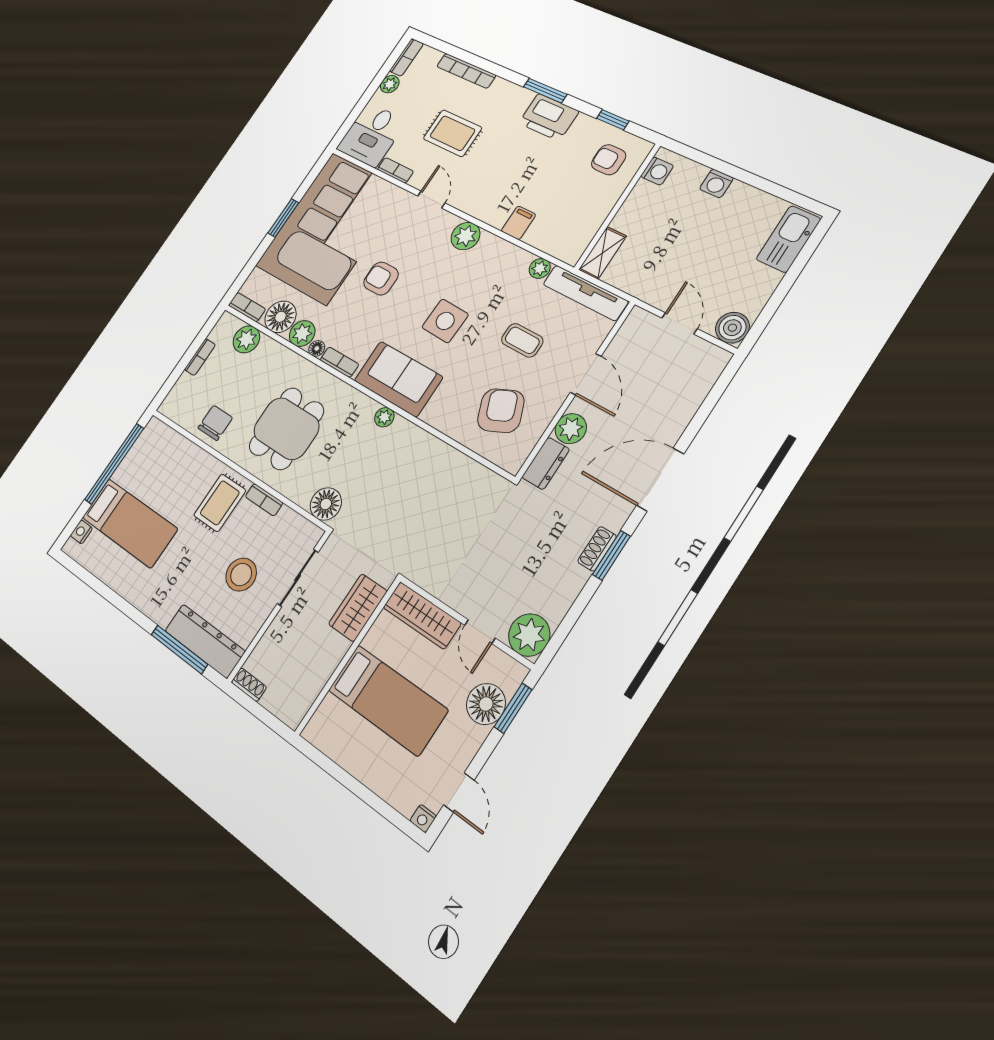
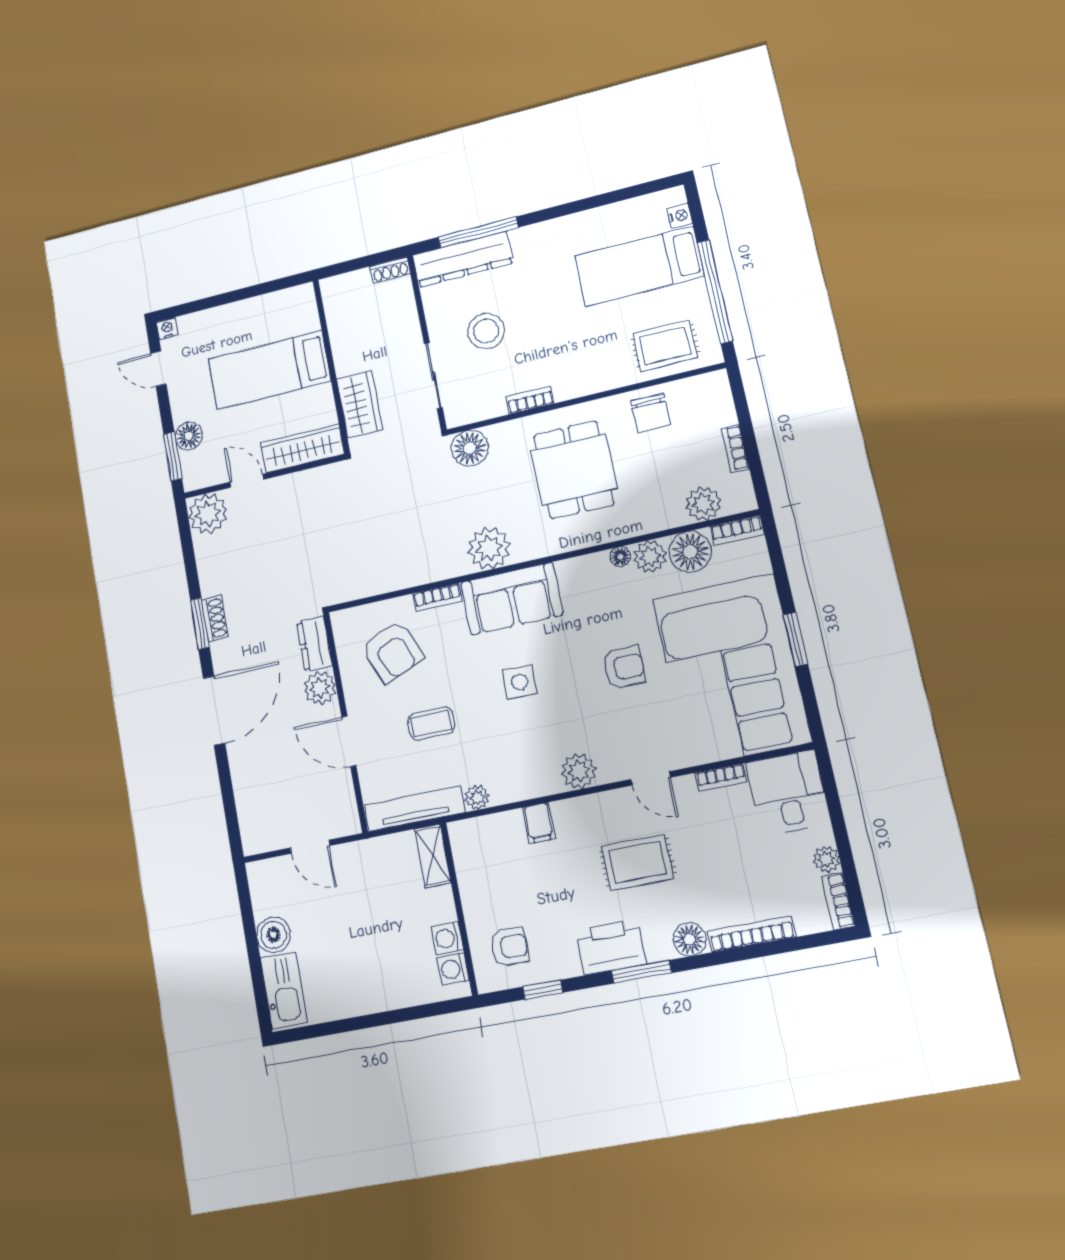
floor lamp: (501, 91) -> (690, 939), added
rug: (452, 133) -> (637, 862), moved
washing machine: (716, 183) -> (447, 938), moved, turned -90
side table: (445, 321) -> (519, 682), width x0.73, depth x0.73
boiler: (732, 328) -> (273, 935), moved
bookcase: (339, 362) -> (437, 597), moved
plant: (384, 417) -> (489, 548), width x1.87, depth x1.87
rug: (220, 503) -> (665, 346), moved, turned 90
floor lamp: (486, 704) -> (189, 436), width x0.73, depth x0.73

